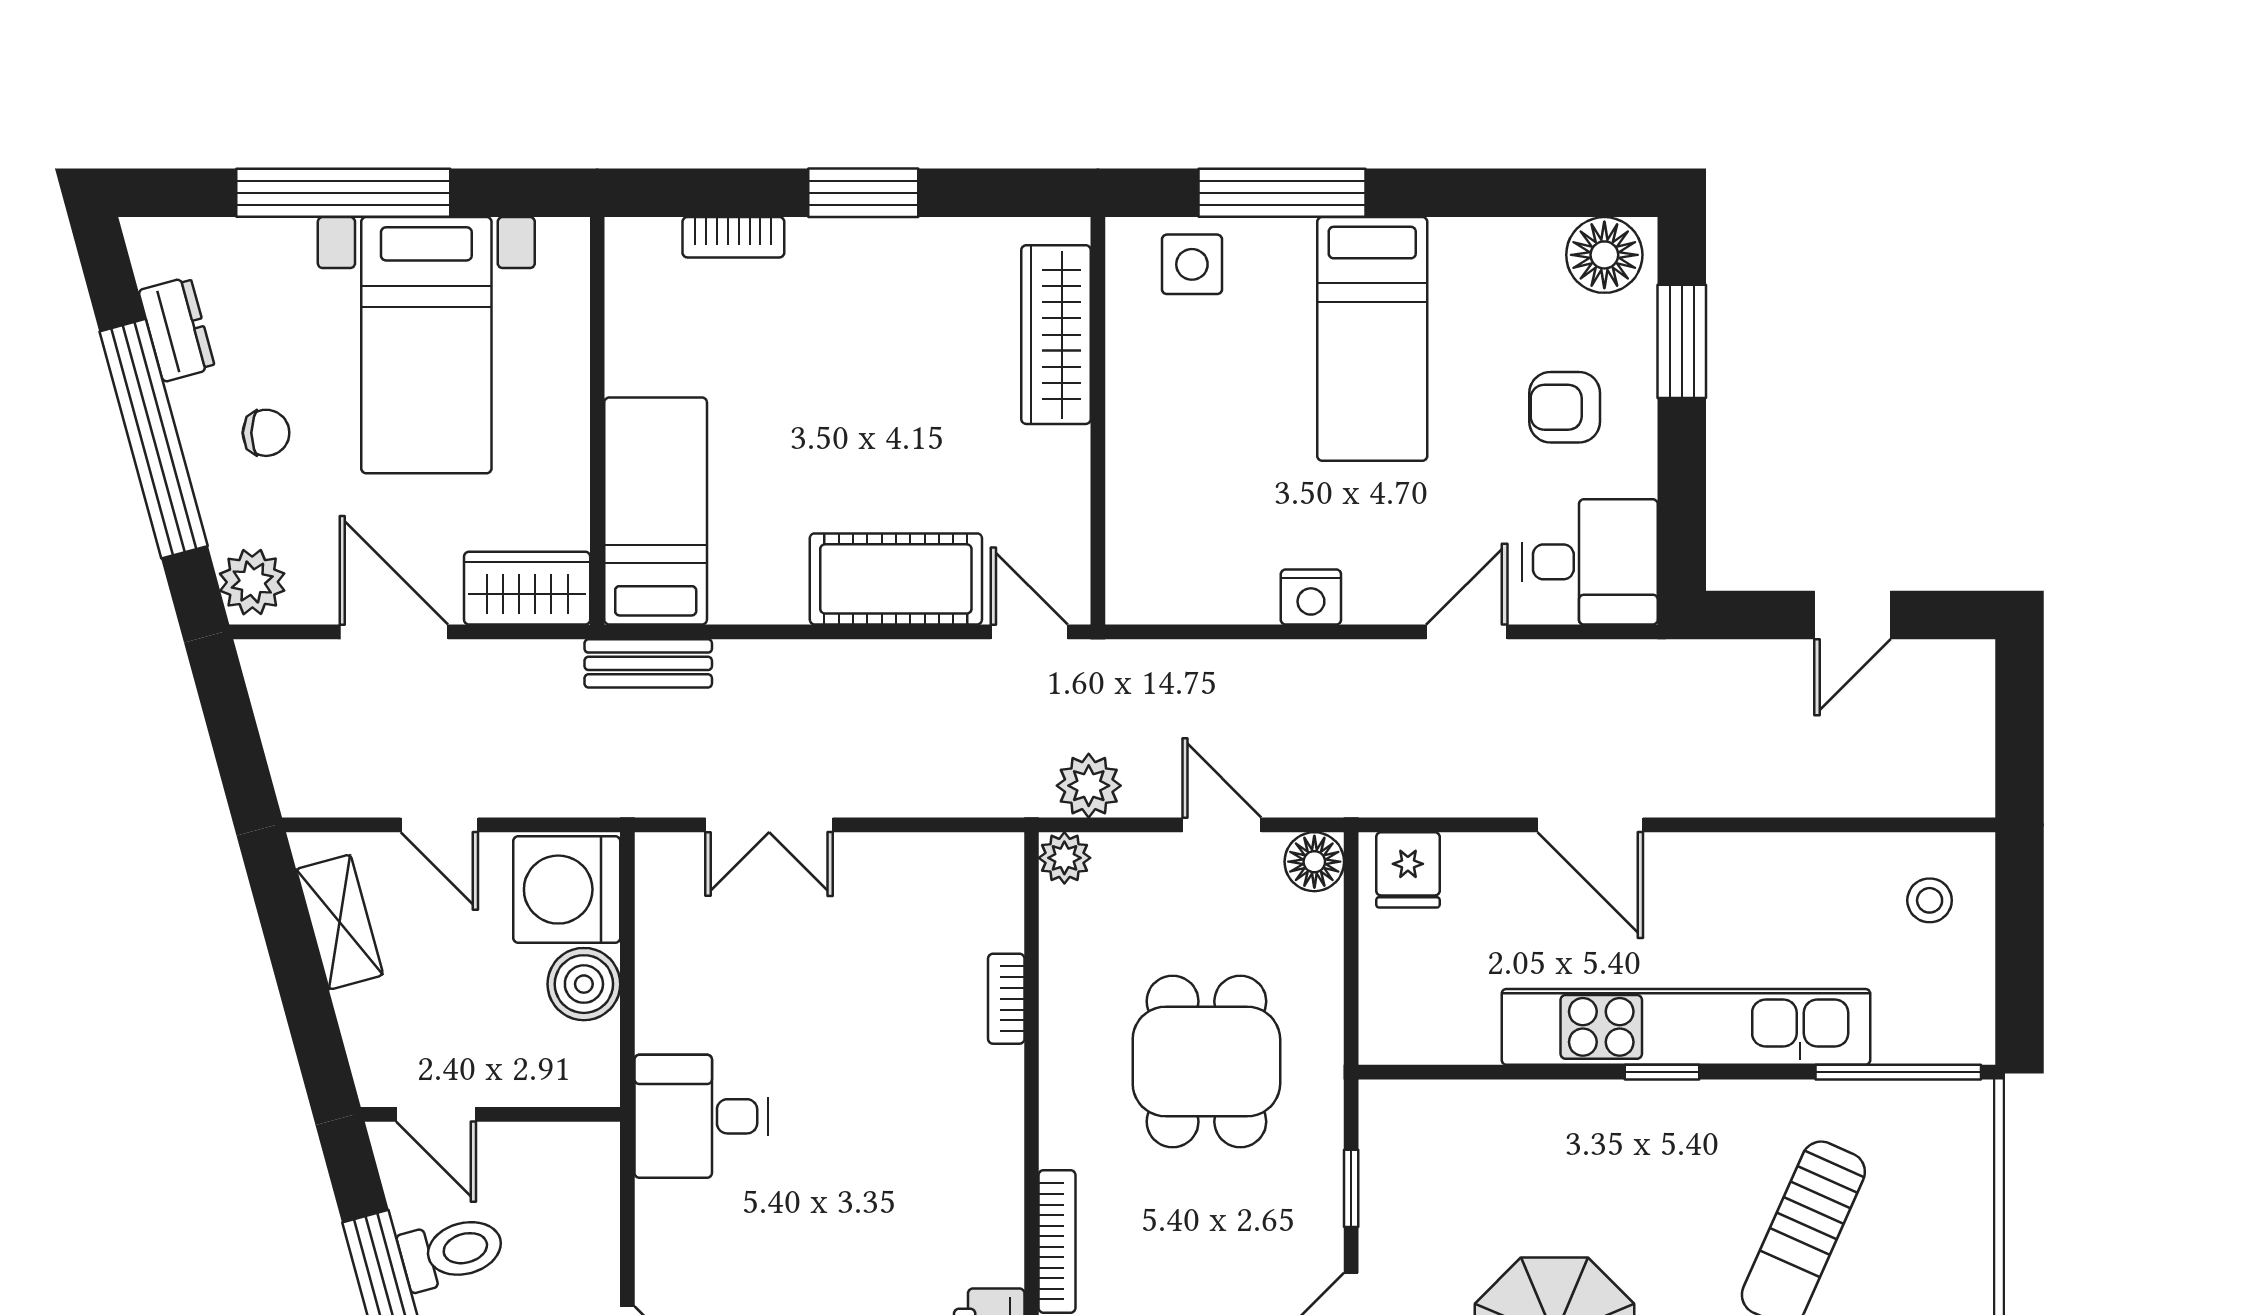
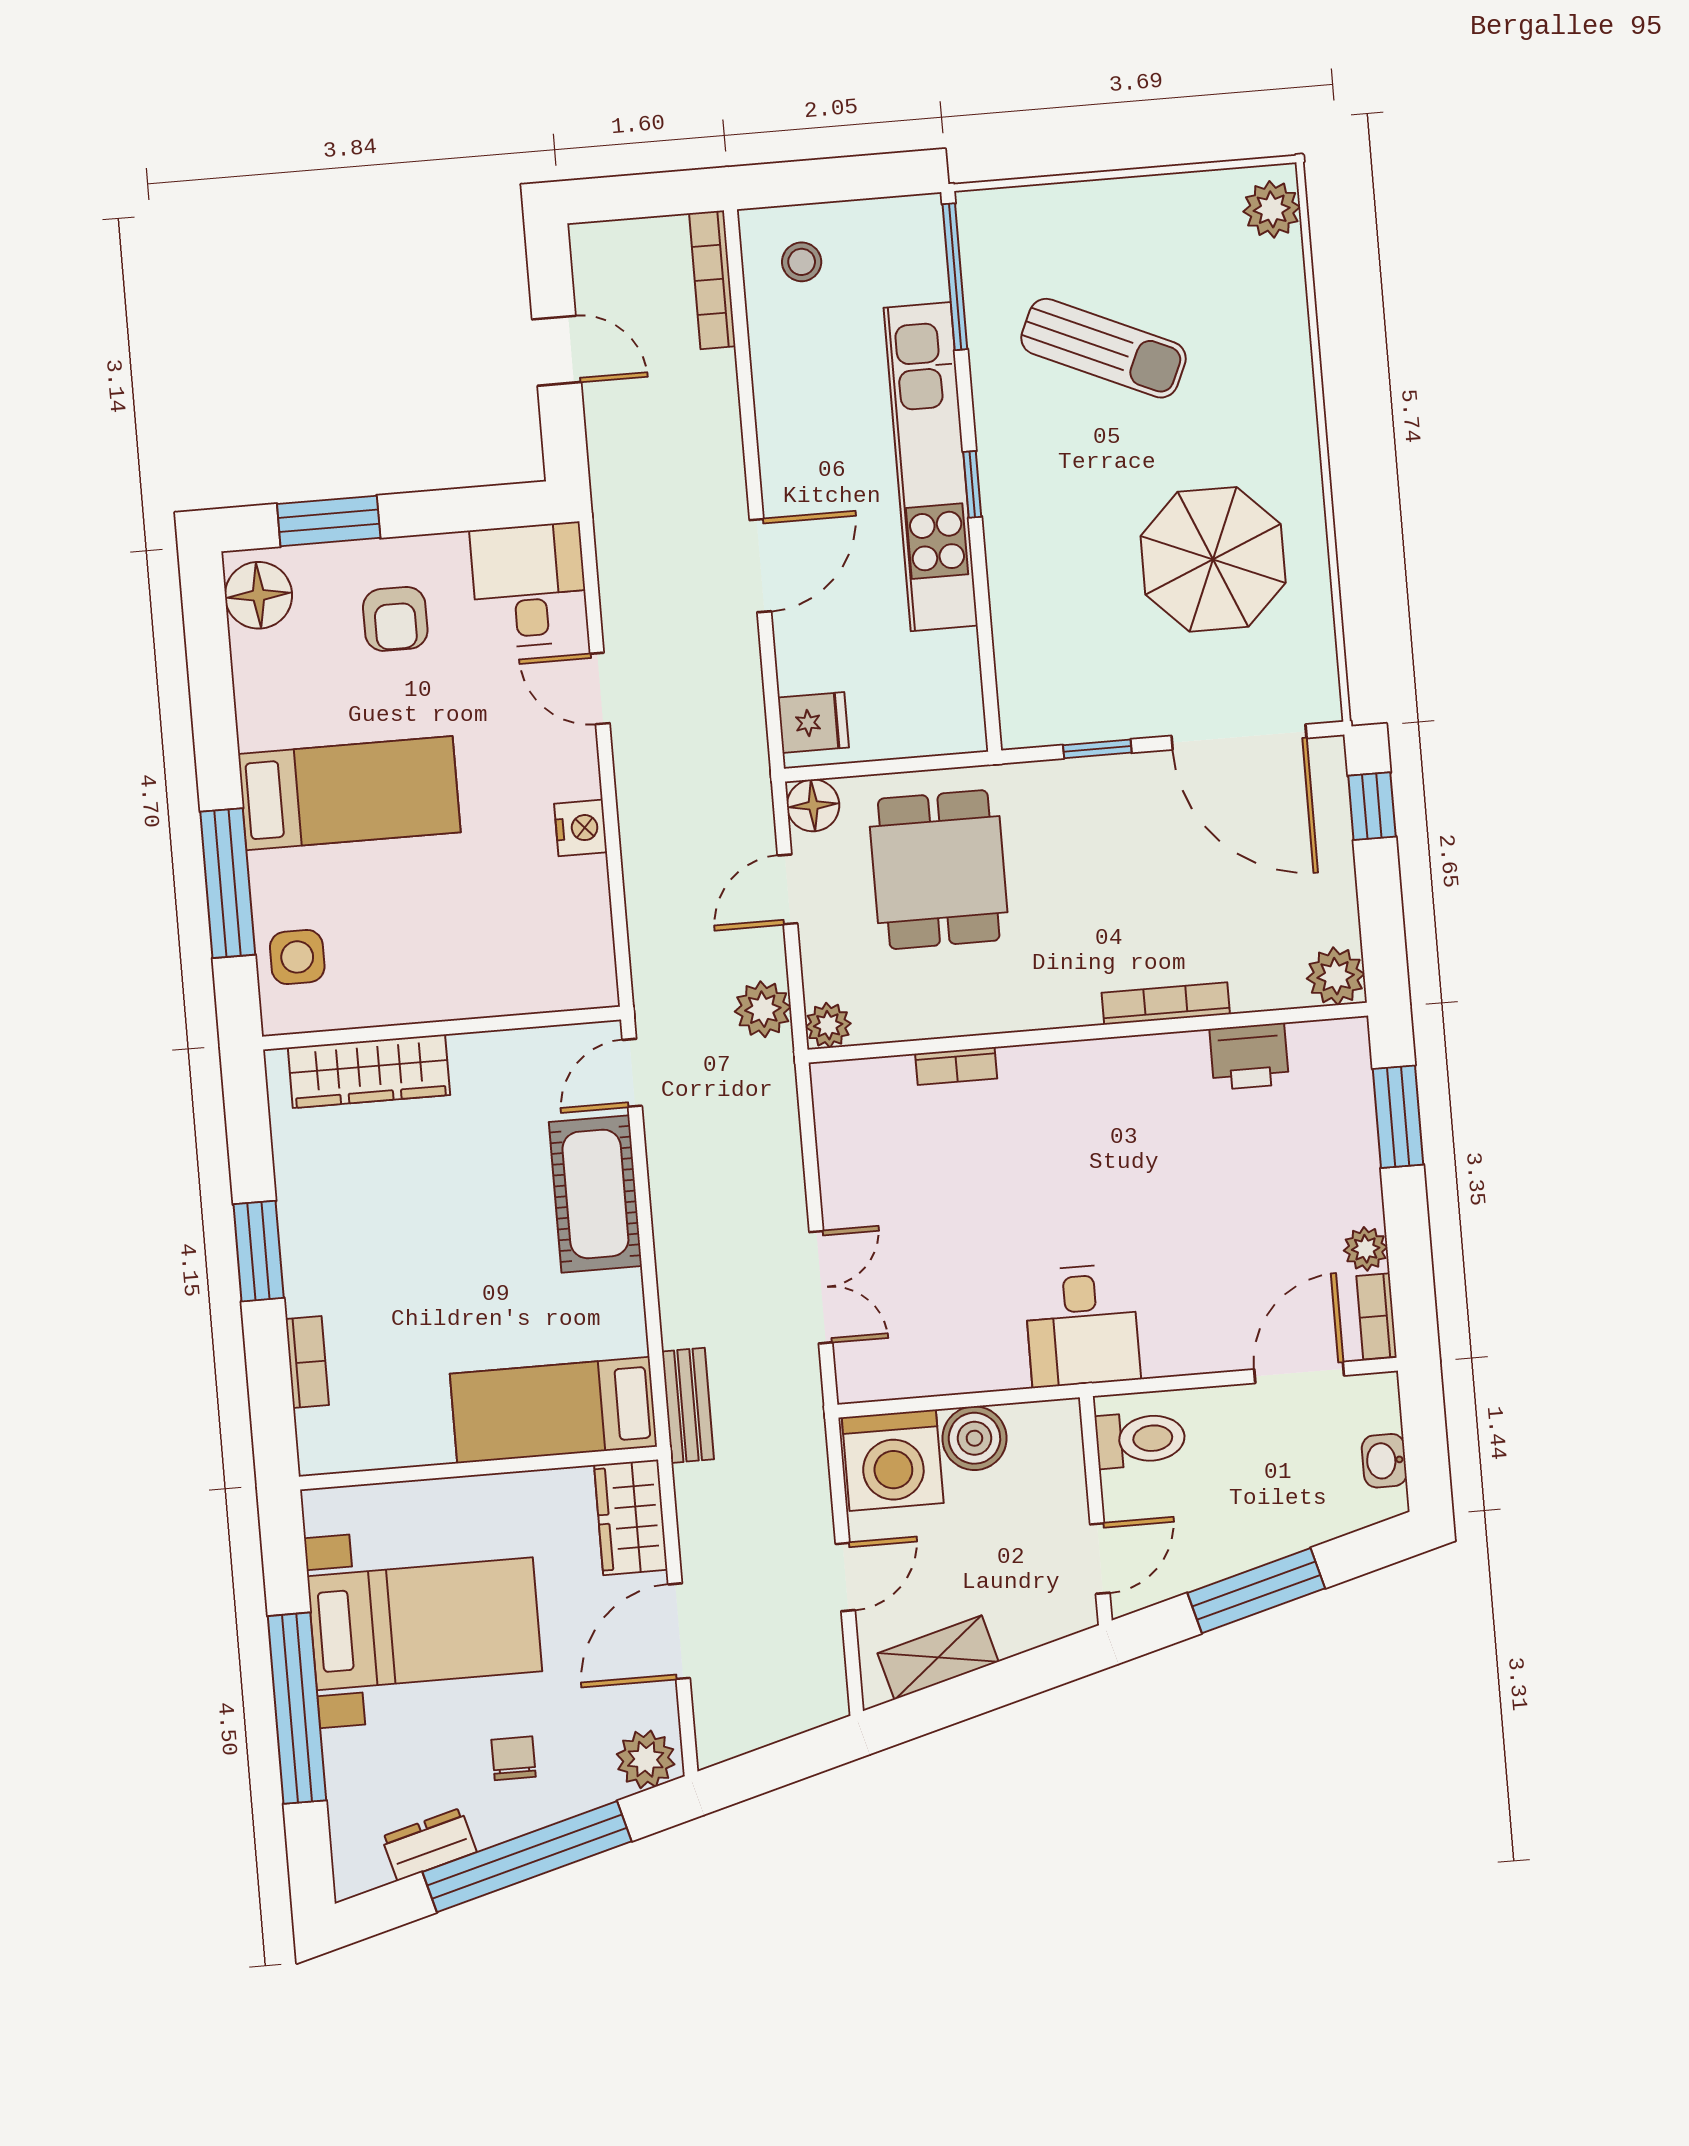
bookcase: (1918, 798) -> (712, 280), added
dining table: (1206, 1061) -> (939, 870), moved, turned 90
toilet: (452, 1252) -> (1140, 1439), moved, turned 105

